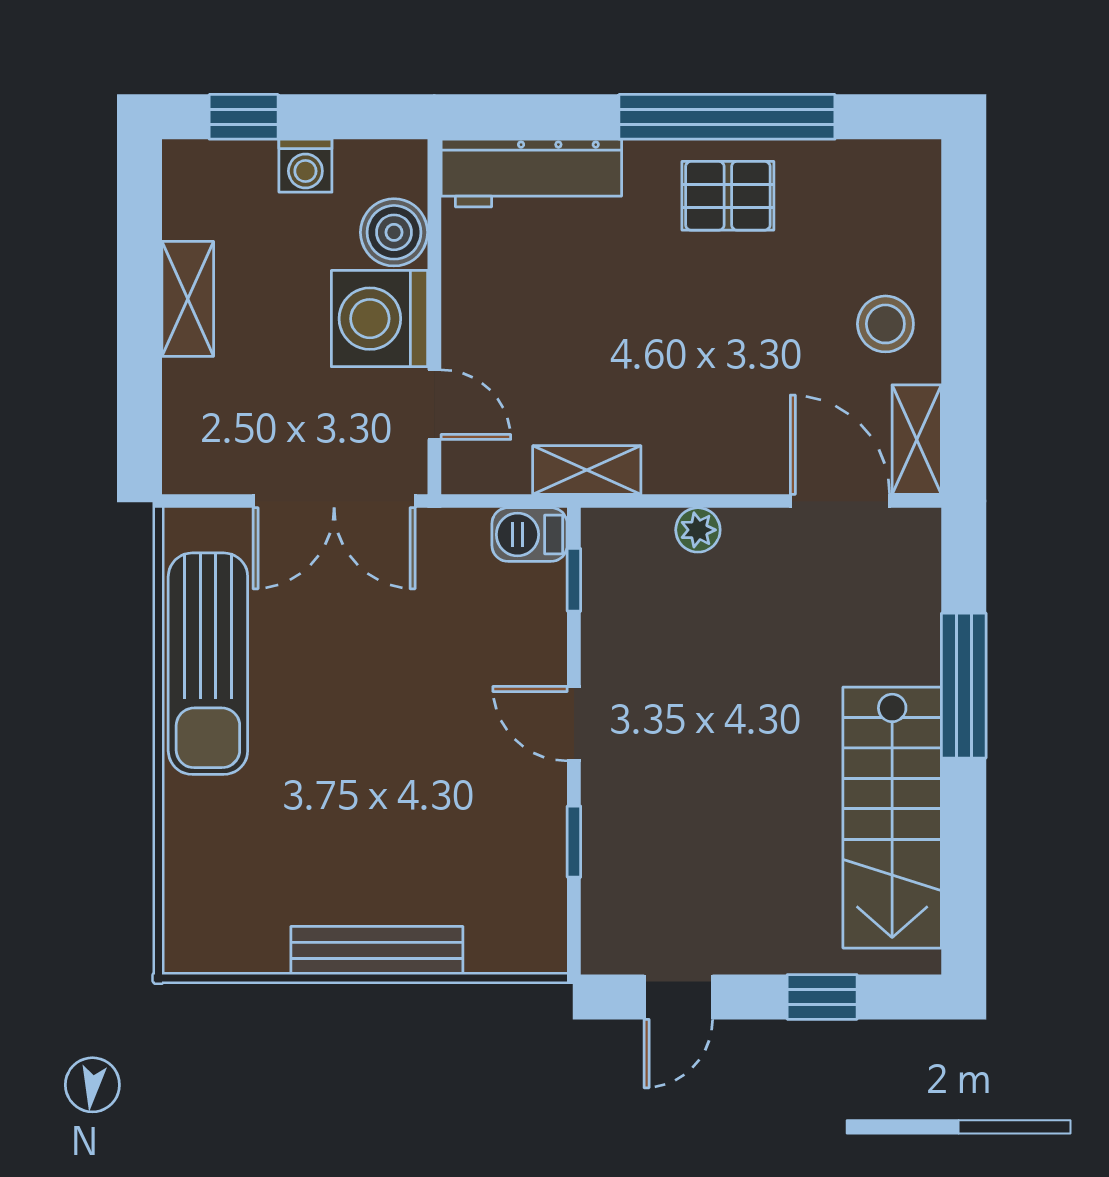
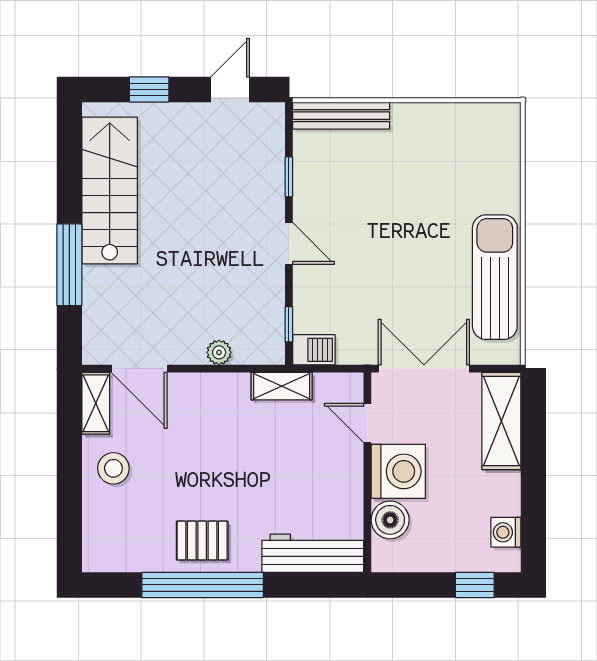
washing machine: (305, 166) -> (506, 532), moved, turned -90
shelving: (188, 299) -> (501, 421), moved, width x1.50, depth x1.33
bench: (377, 951) -> (341, 116), moved

